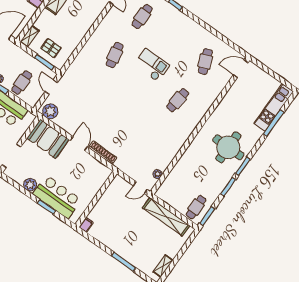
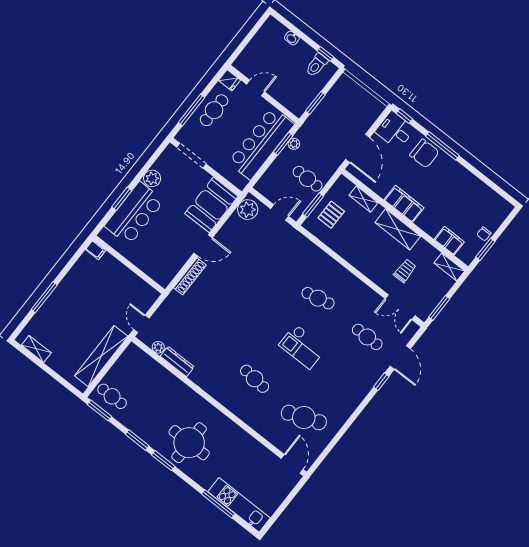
shelving: (30, 36) -> (363, 199), moved
cafe table: (205, 62) -> (304, 417), width x1.37, depth x1.35
checkout: (152, 65) -> (303, 346), turned 90
cafe table: (22, 83) -> (308, 179), moved
dresser: (167, 159) -> (177, 362), added

